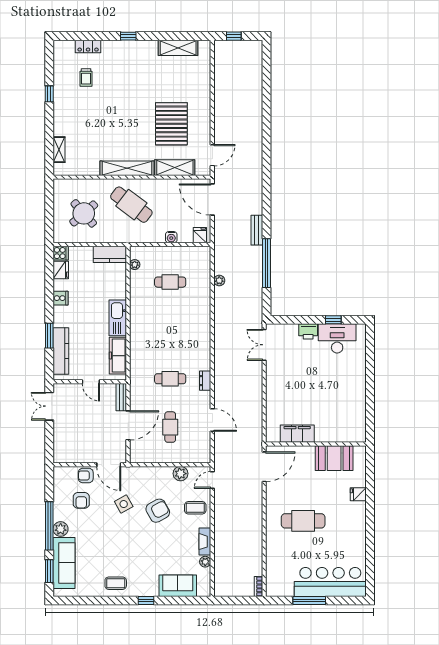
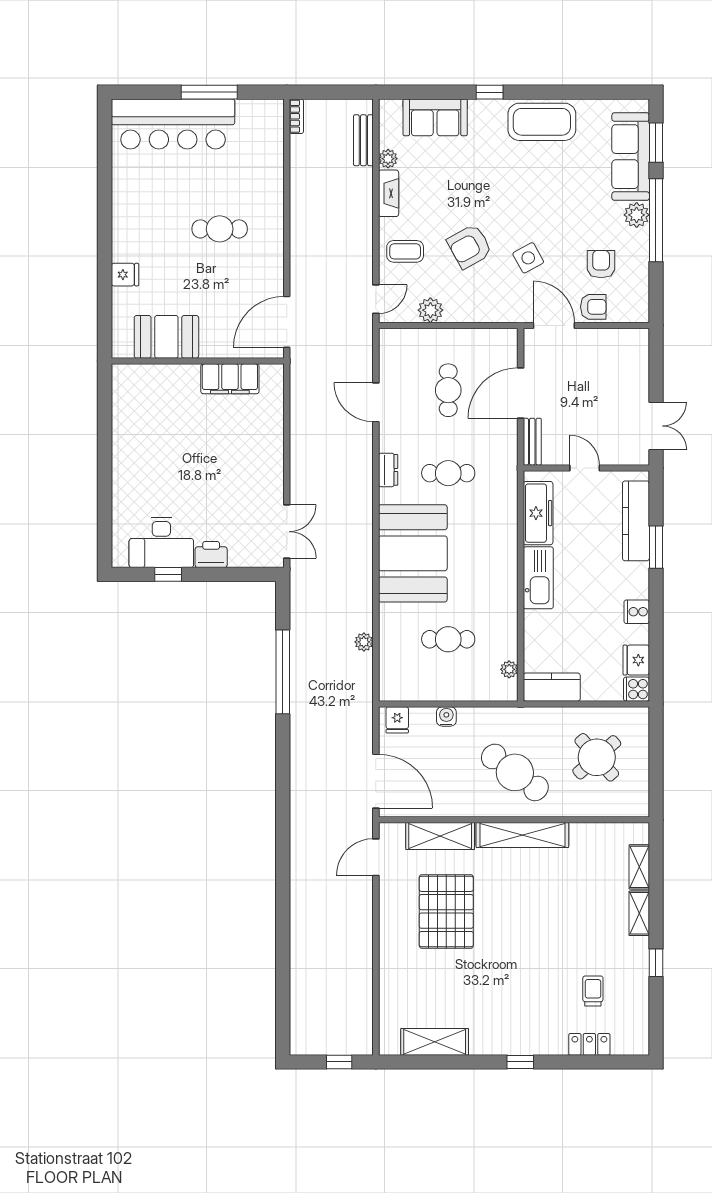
shelving: (59, 123) -> (639, 913), added
bench: (257, 230) -> (363, 140), moved
booth: (191, 332) -> (413, 553), added
cafe table: (303, 521) -> (220, 229), width x0.73, depth x0.74
coffee table: (116, 583) -> (542, 122), width x1.86, depth x1.72

